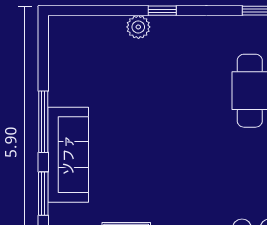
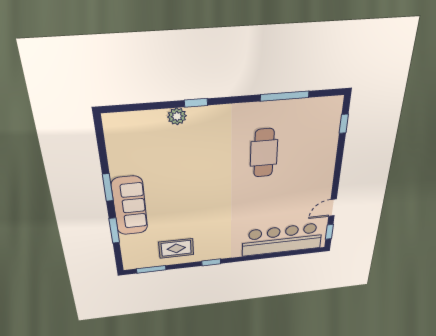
window: (43, 122) -> (108, 188), width x0.69

